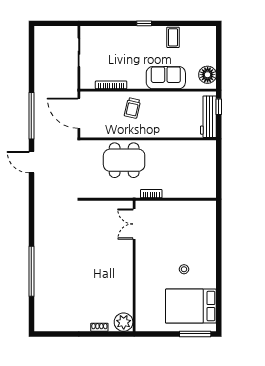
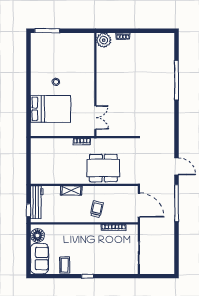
sofa: (166, 78) -> (39, 259), moved, turned -90
shelving: (165, 132) -> (71, 190), added
bed: (191, 306) -> (51, 109), moved

